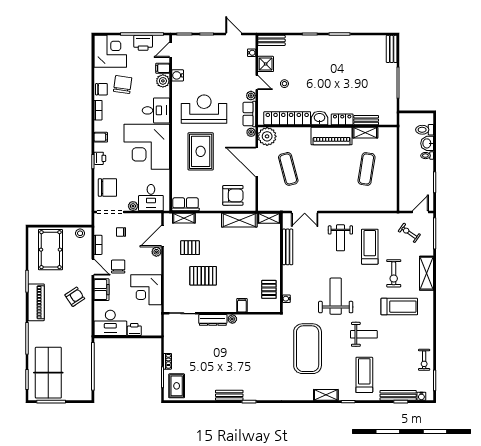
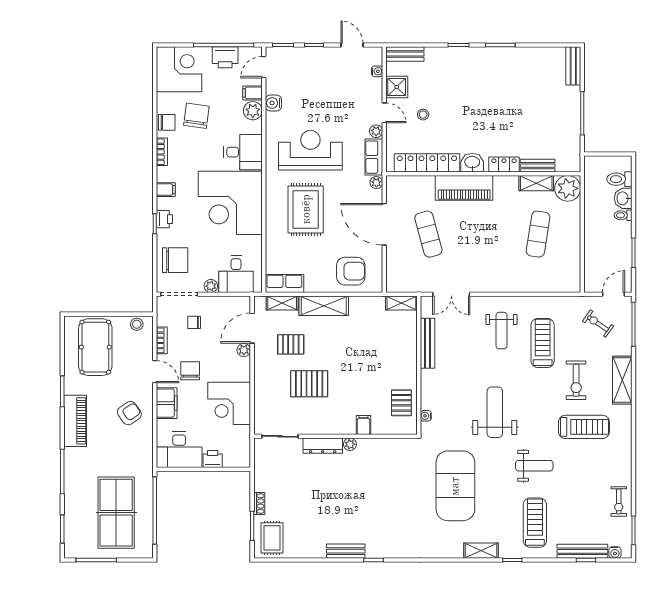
plant: (267, 136) -> (568, 188), moved
piano: (332, 136) -> (464, 188), moved
shelving: (239, 220) -> (324, 306), moved
table tennis table: (48, 373) -> (116, 513), moved

